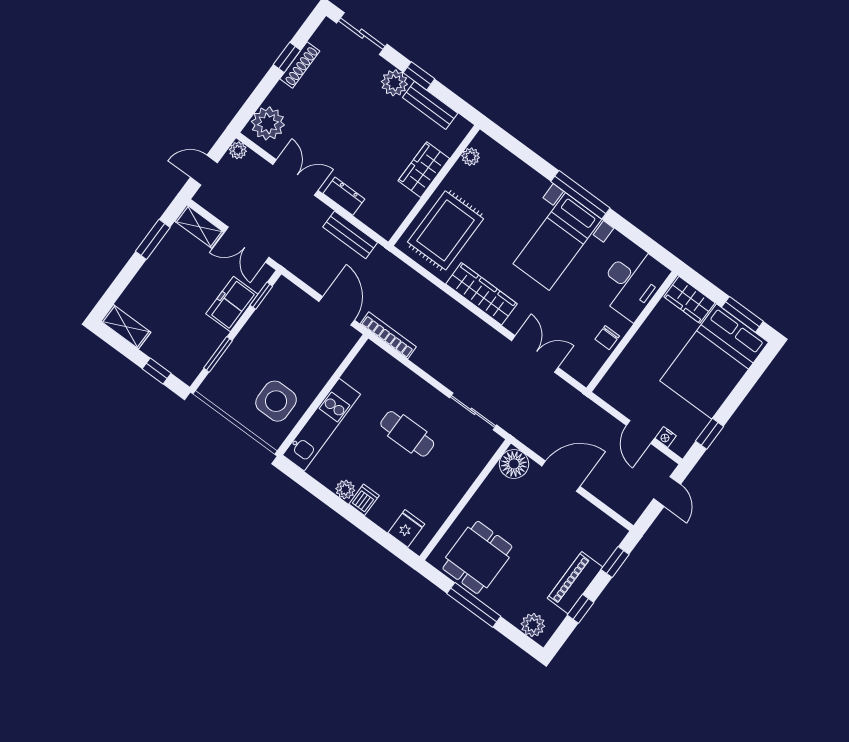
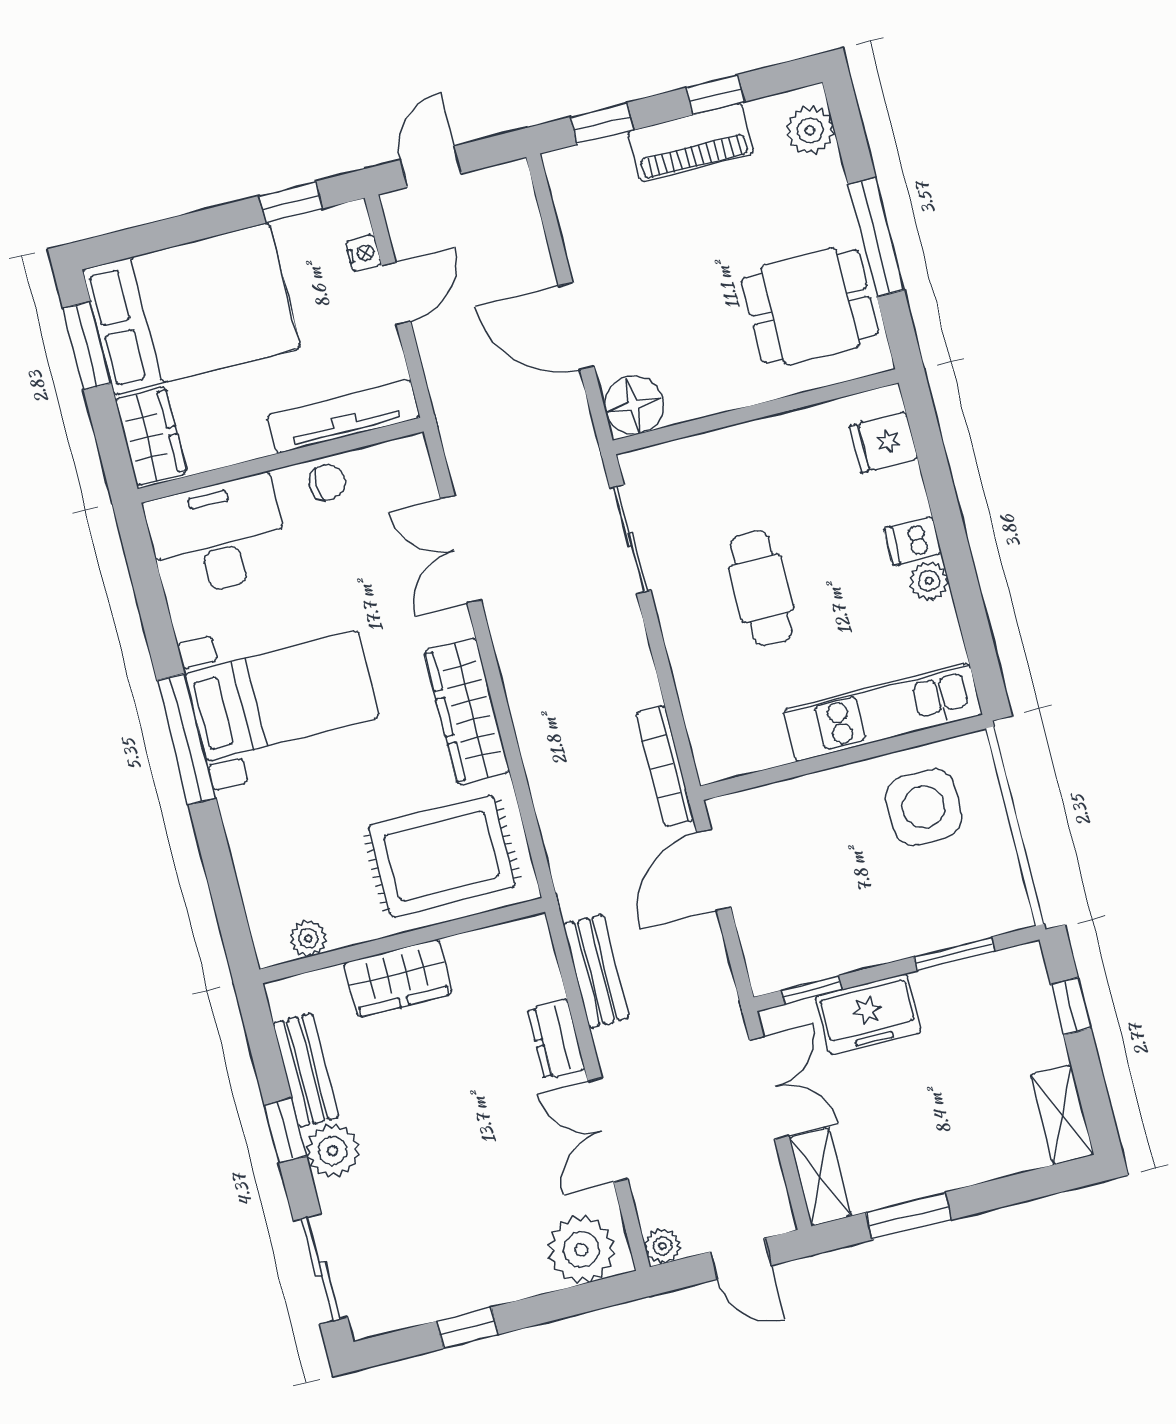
shoe rack: (300, 65) -> (457, 1300), removed
tv unit: (622, 368) -> (344, 416), added

